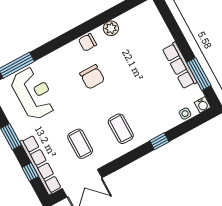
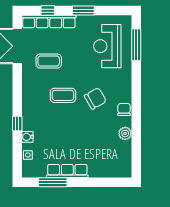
chair: (92, 77) -> (95, 98), turned 150
reception desk: (33, 93) -> (107, 46), turned 90
water cooler: (203, 105) -> (27, 137), moved
coffee table: (121, 129) -> (63, 95), moved

